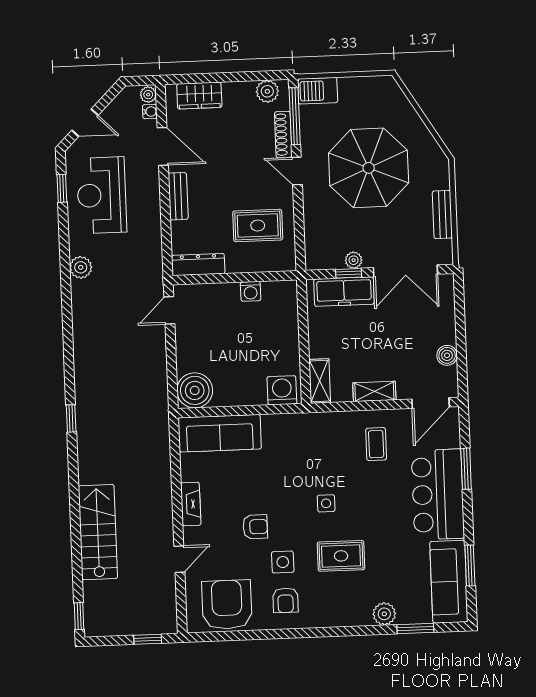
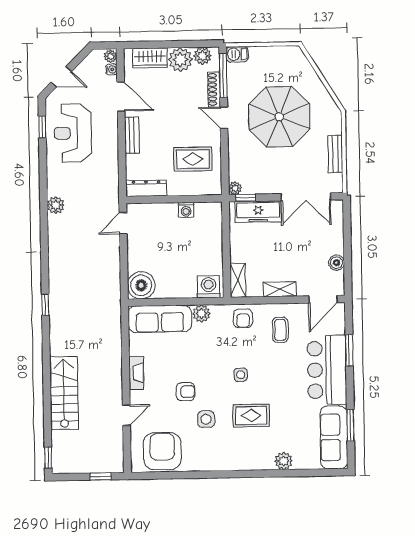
barbecue: (318, 91) -> (237, 54), width x0.73, depth x0.79
plant: (239, 97) -> (180, 60), added
plant: (354, 260) -> (235, 188), moved
plant: (81, 267) -> (56, 205), moved
window: (349, 273) -> (246, 198), moved
plant: (274, 425) -> (201, 313), added
armchair: (285, 600) -> (243, 318), moved
window: (415, 628) -> (307, 473), removed

